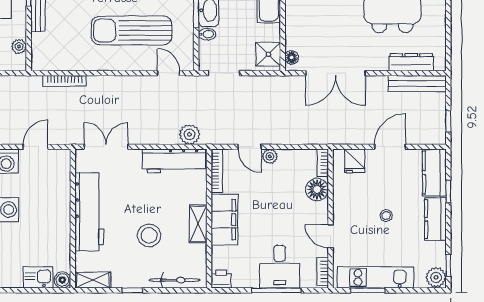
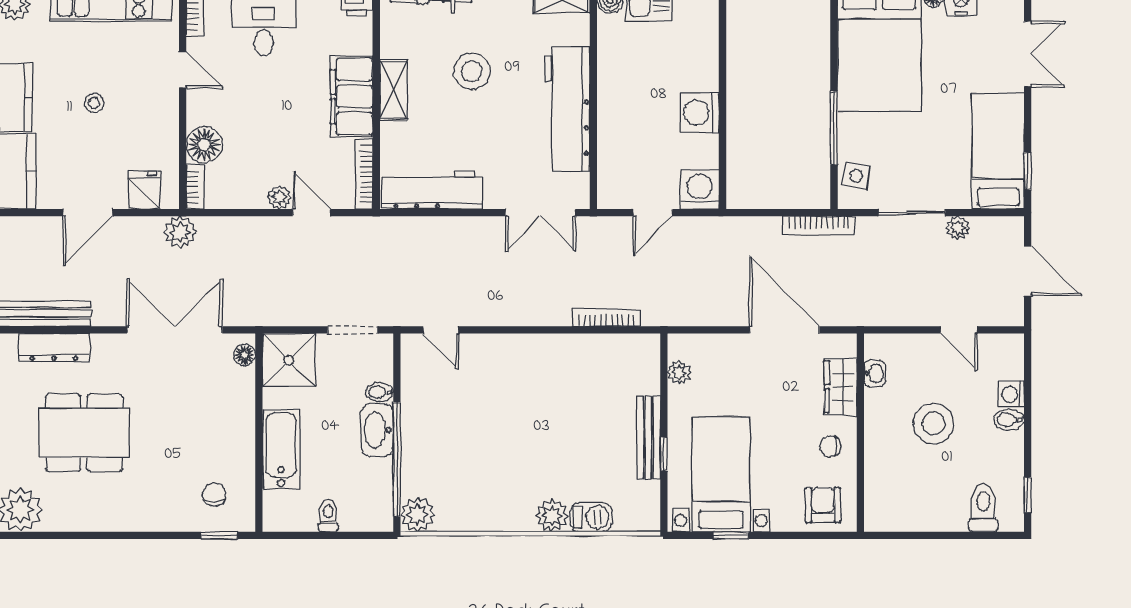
sun lounger: (132, 31) -> (500, 398), removed
shower: (268, 54) -> (289, 360), width x1.36, depth x1.36
plant: (189, 134) -> (180, 232), moved

